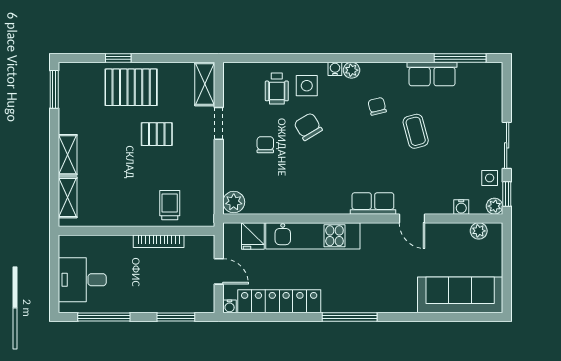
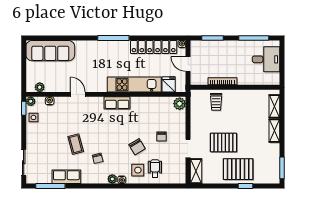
pallet: (157, 134) -> (224, 142), width x1.50, depth x1.42
sliding door: (507, 145) -> (24, 162), moved
row of seats: (373, 203) -> (117, 103), moved

